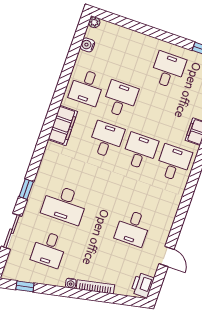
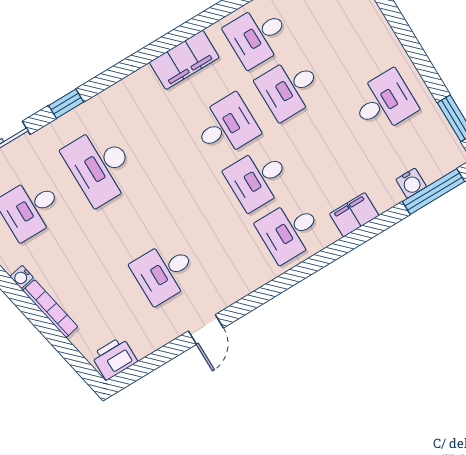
desk: (120, 99) -> (289, 88), turned 180
desk: (140, 151) -> (258, 179), turned 180
desk: (174, 163) -> (289, 231), turned 180
door: (167, 257) -> (206, 329), moved

